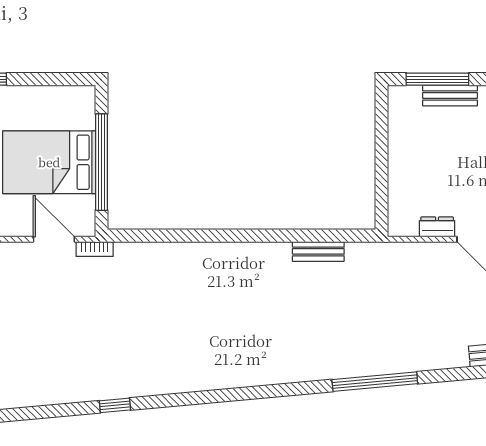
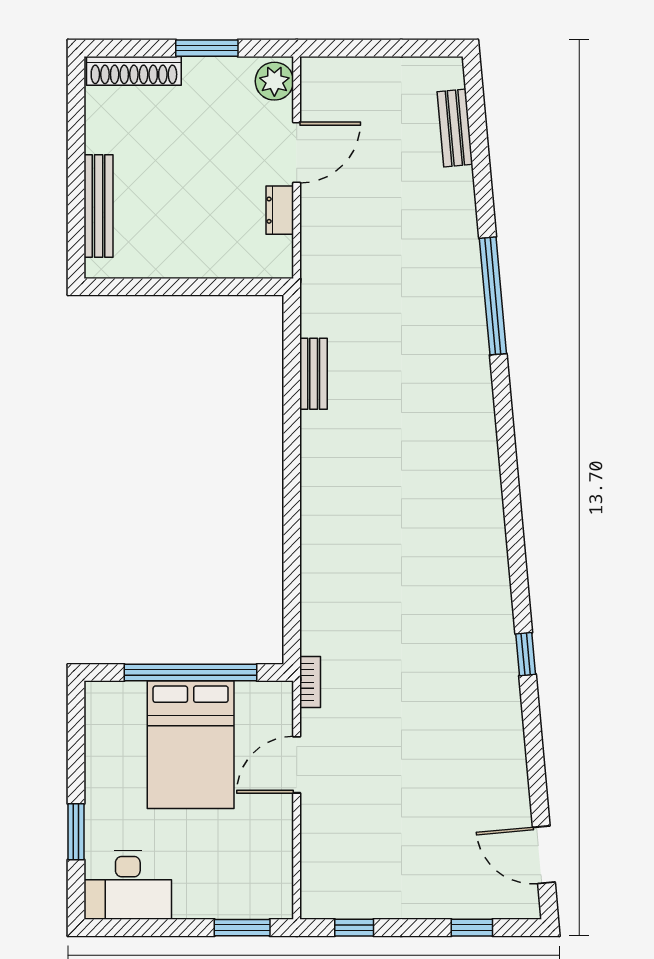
window: (437, 79) -> (76, 210), removed
bench: (450, 95) -> (99, 206), width x1.36
door: (54, 239) -> (297, 765), moved

